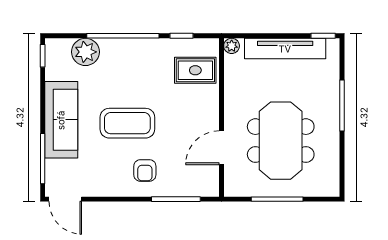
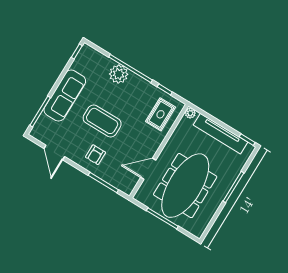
plant: (85, 52) -> (119, 74), moved
rug: (195, 70) -> (160, 114), turned 90
meeting table: (281, 141) -> (185, 186), width x1.36
door: (65, 199) -> (54, 152), moved

